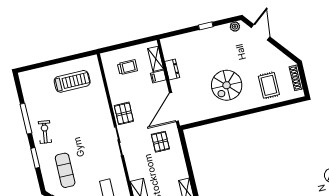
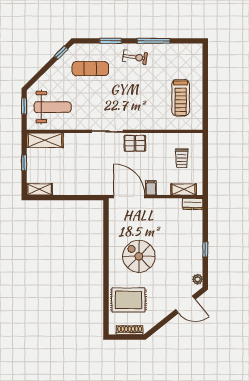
dresser: (172, 69) -> (193, 204), moved
filing cabinet: (158, 77) -> (151, 188), moved
rug: (269, 85) -> (128, 300), width x1.36, depth x1.43
pallet: (160, 142) -> (97, 174), removed

